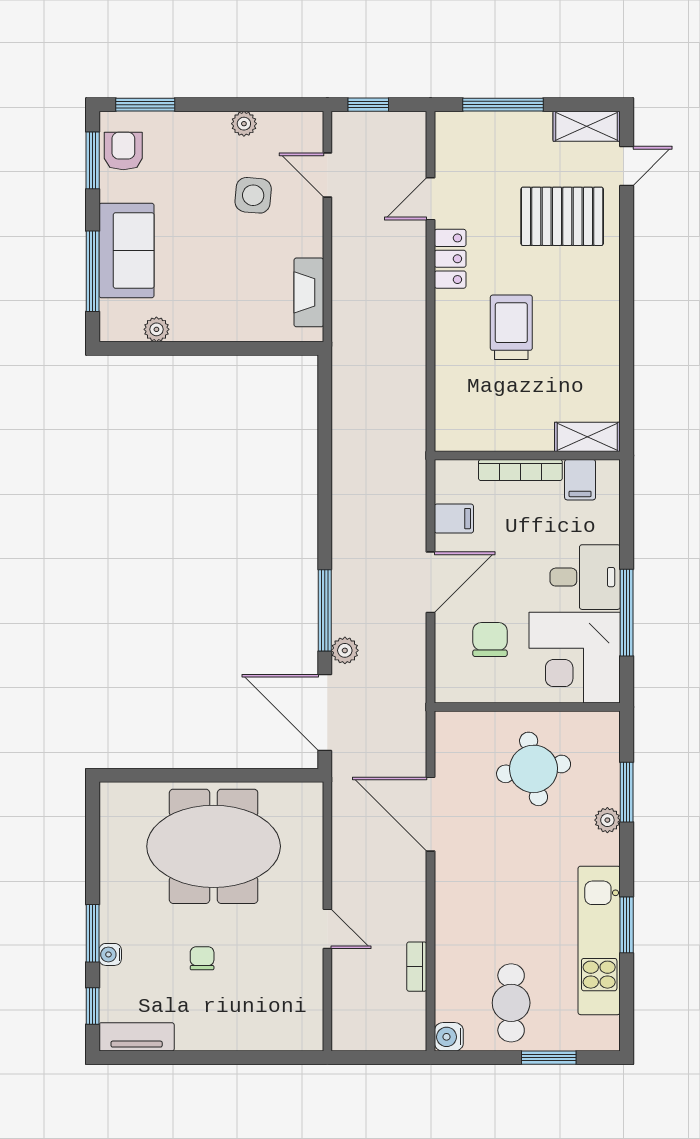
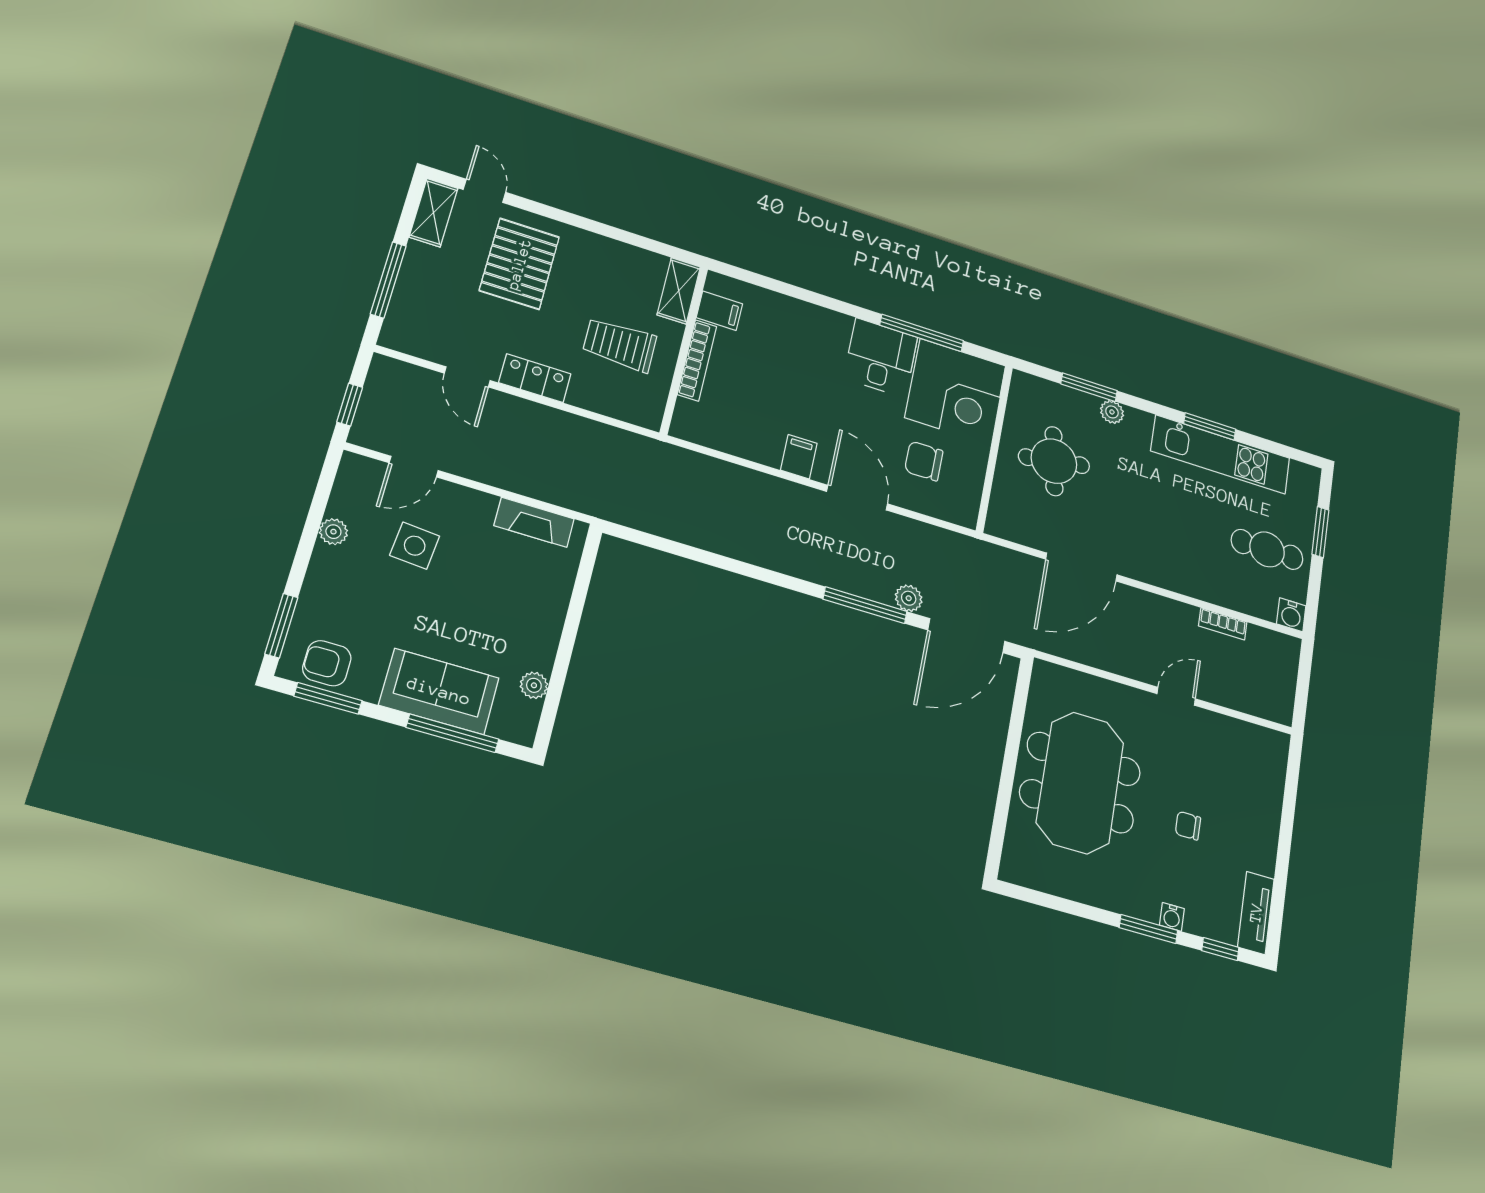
shelving: (587, 437) -> (679, 291), moved
wall: (527, 455) -> (684, 350), moved
bookcase: (520, 470) -> (697, 360), moved
filing cabinet: (580, 480) -> (719, 311), moved

